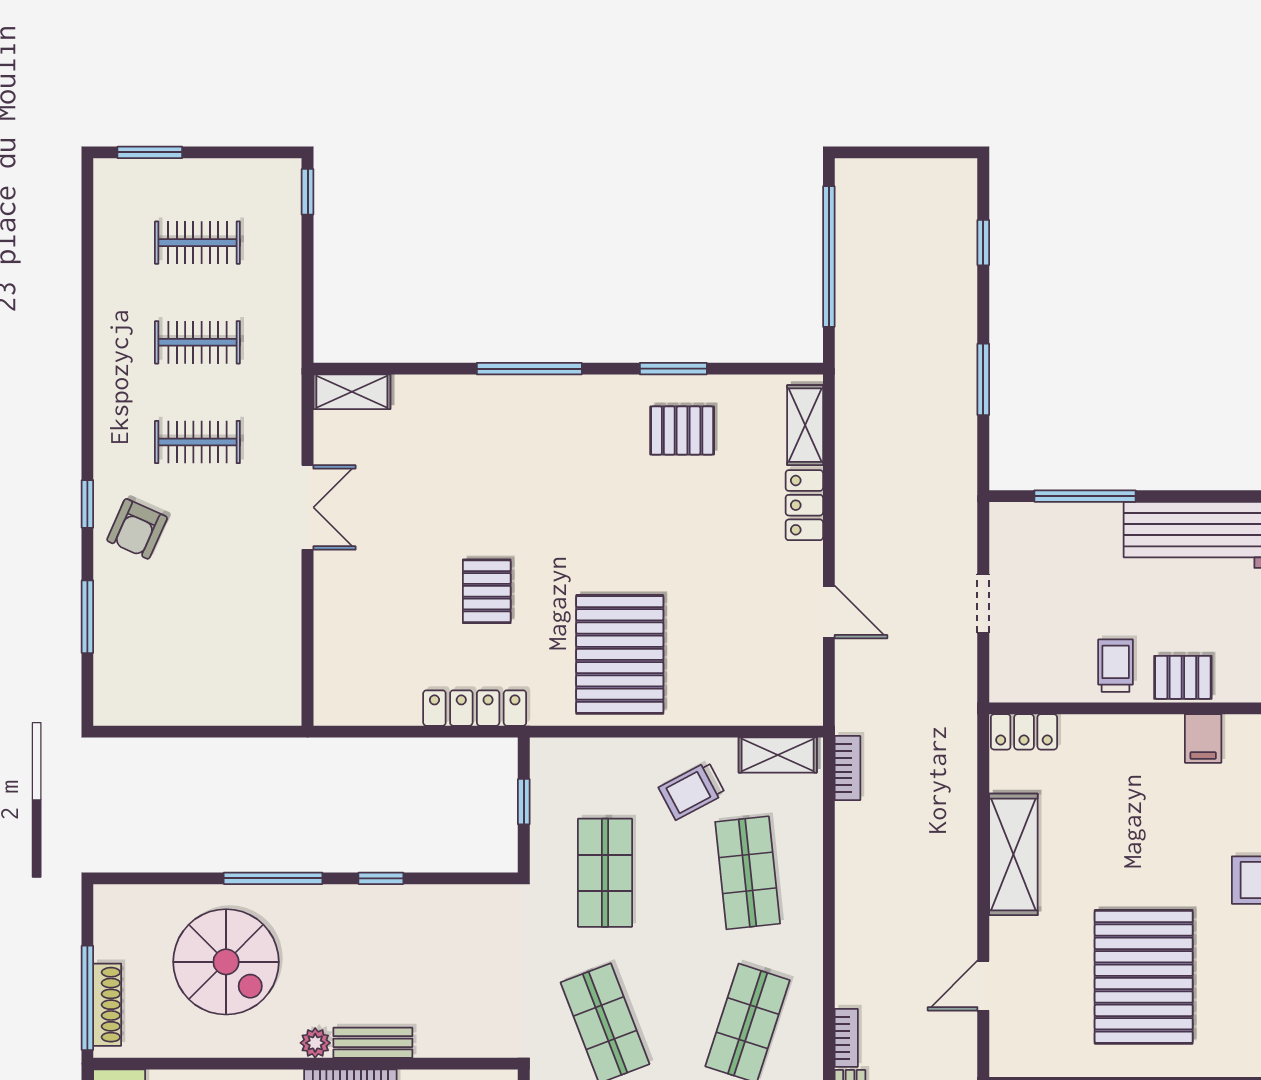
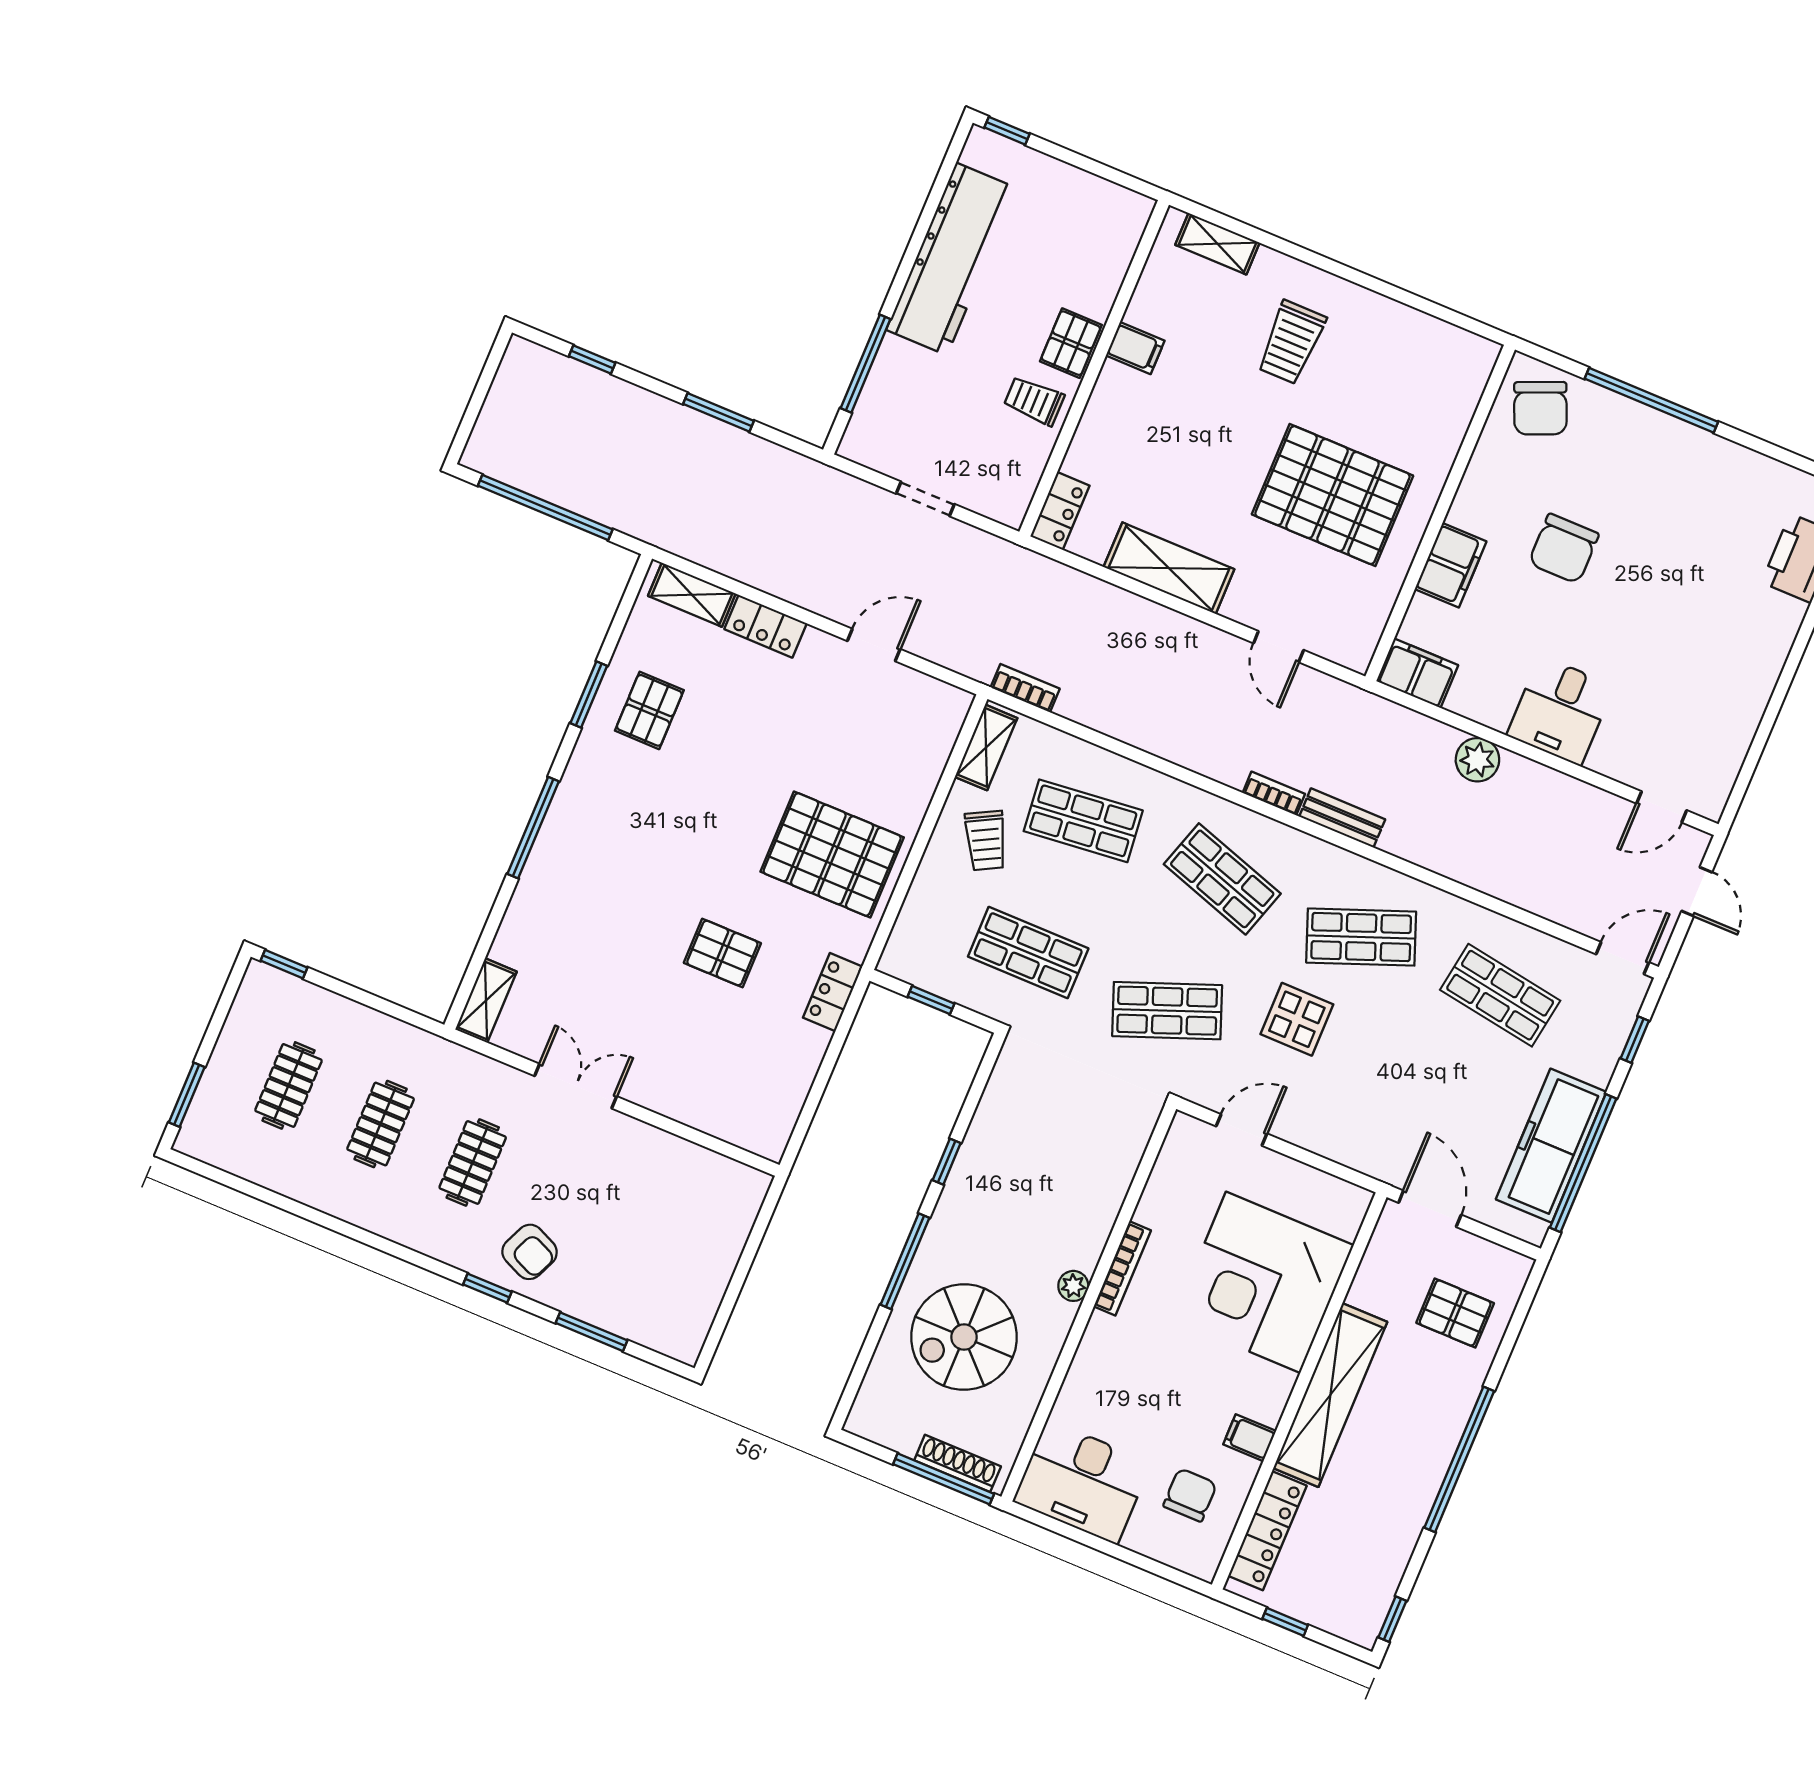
locker: (475, 708) -> (833, 992), width x0.66
spiral stairs: (226, 962) -> (964, 1337), turned 180
bench: (373, 1043) -> (1095, 1233), removed

